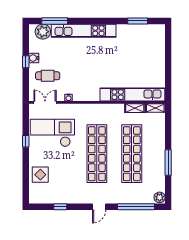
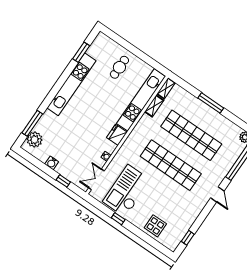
kitchen unit: (84, 31) -> (71, 84), moved
window: (26, 62) -> (63, 181), moved
cafe table: (48, 76) -> (119, 67), moved
fridge: (92, 94) -> (117, 135), added
window: (168, 162) -> (211, 103), moved
window: (60, 207) -> (188, 238), moved

